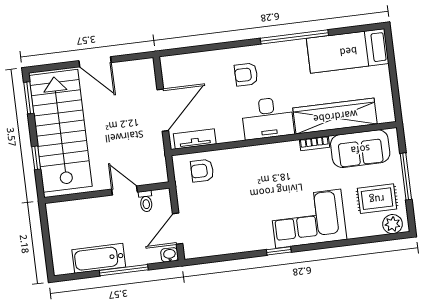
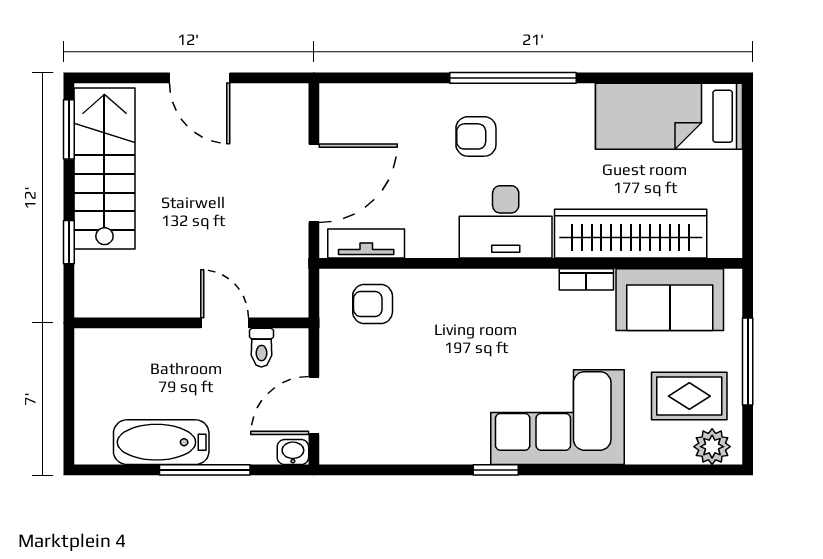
window: (294, 37) -> (513, 78), moved
stairs: (60, 131) -> (104, 168), width x0.73, depth x0.66

